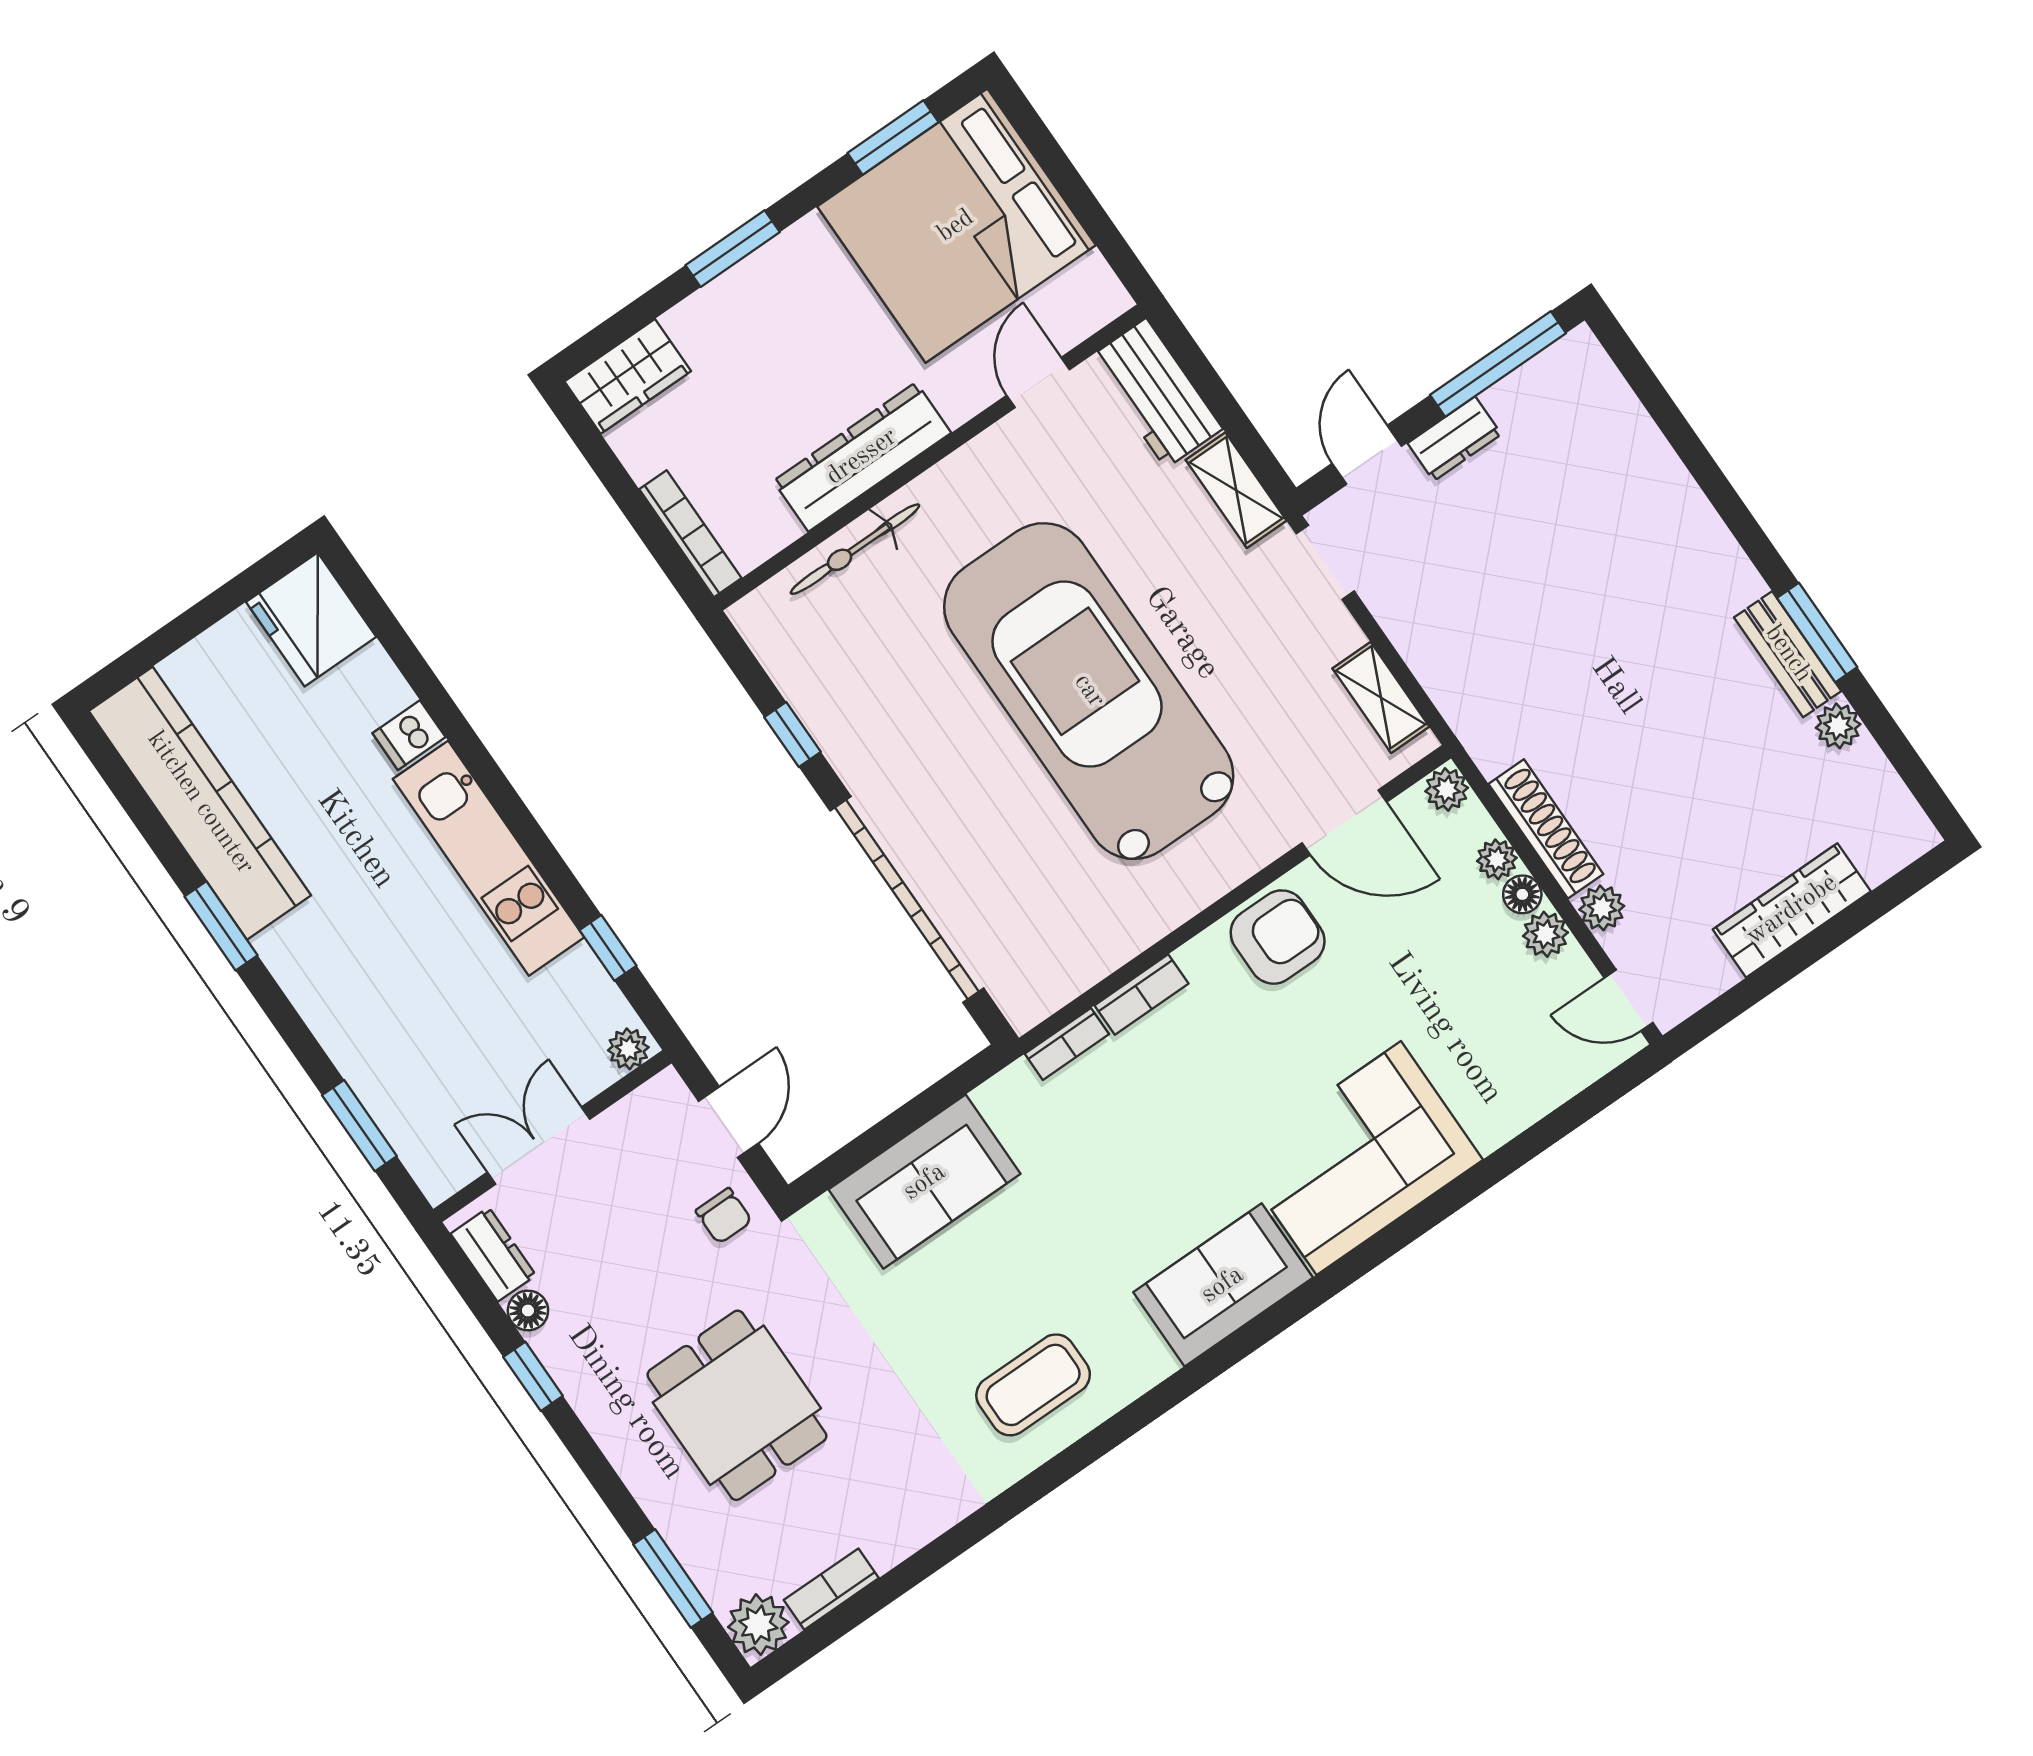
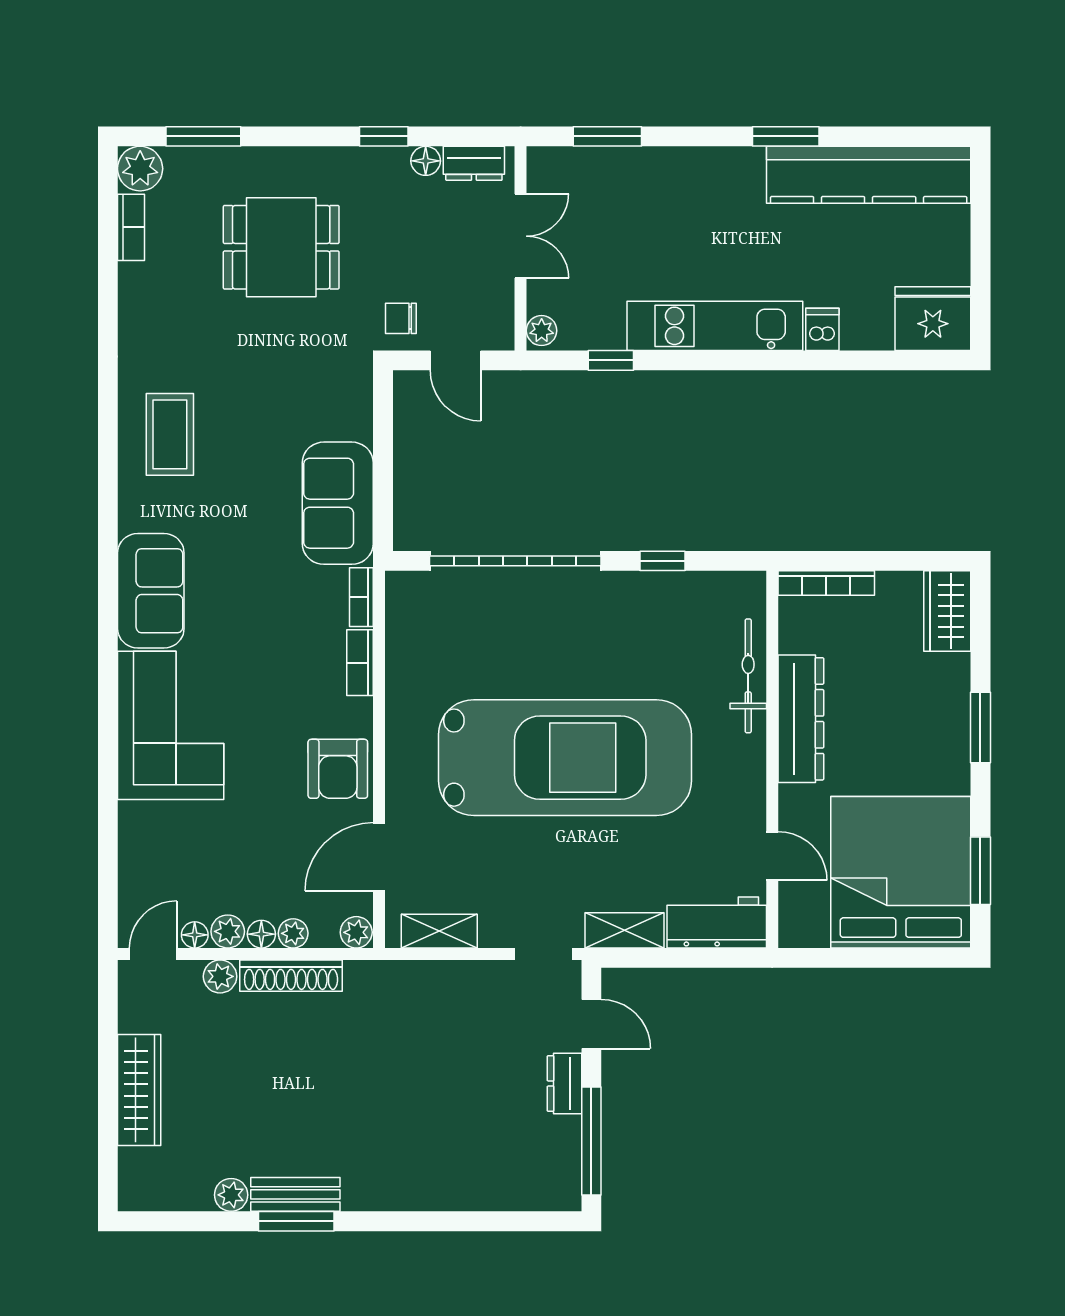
floor lamp: (1575, 969) -> (195, 935), added
sofa: (925, 1182) -> (338, 503), moved

